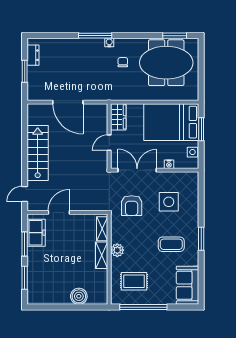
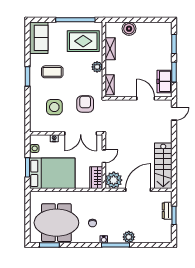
plant: (79, 45) -> (129, 237), added
dresser: (33, 55) -> (167, 211), moved
door: (68, 102) -> (138, 190), hinge flipped
plant: (97, 114) -> (114, 180), added
stairs: (38, 153) -> (163, 166), moved
door: (59, 212) -> (146, 98), swing flipped
shelving: (102, 255) -> (110, 49), moved
rug: (134, 281) -> (83, 41), width x1.36, depth x1.43

